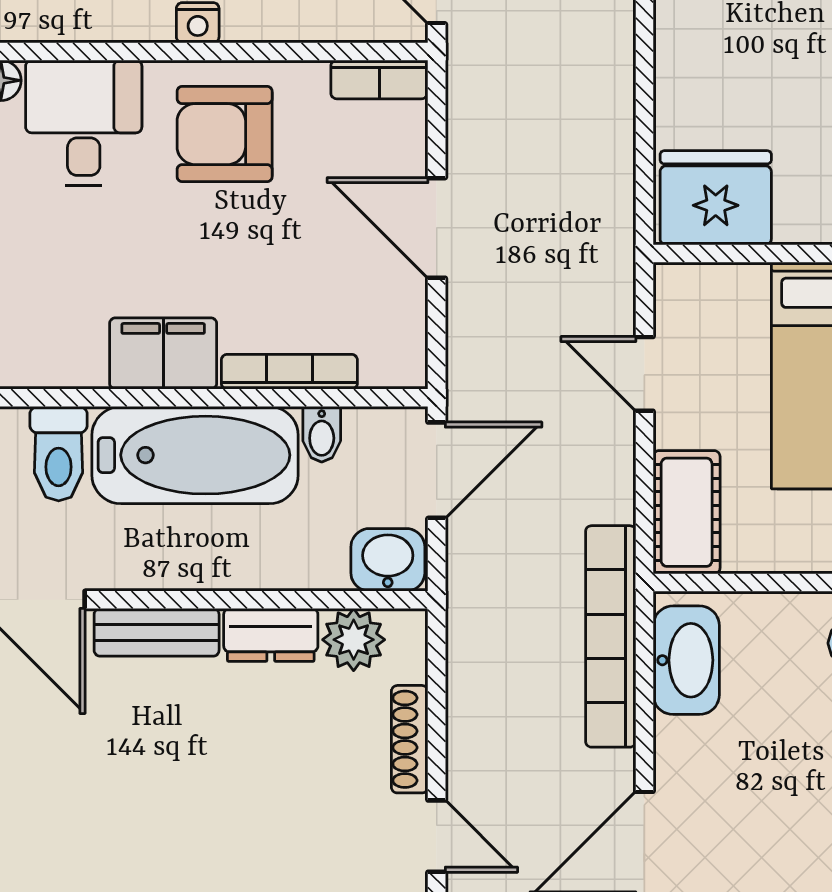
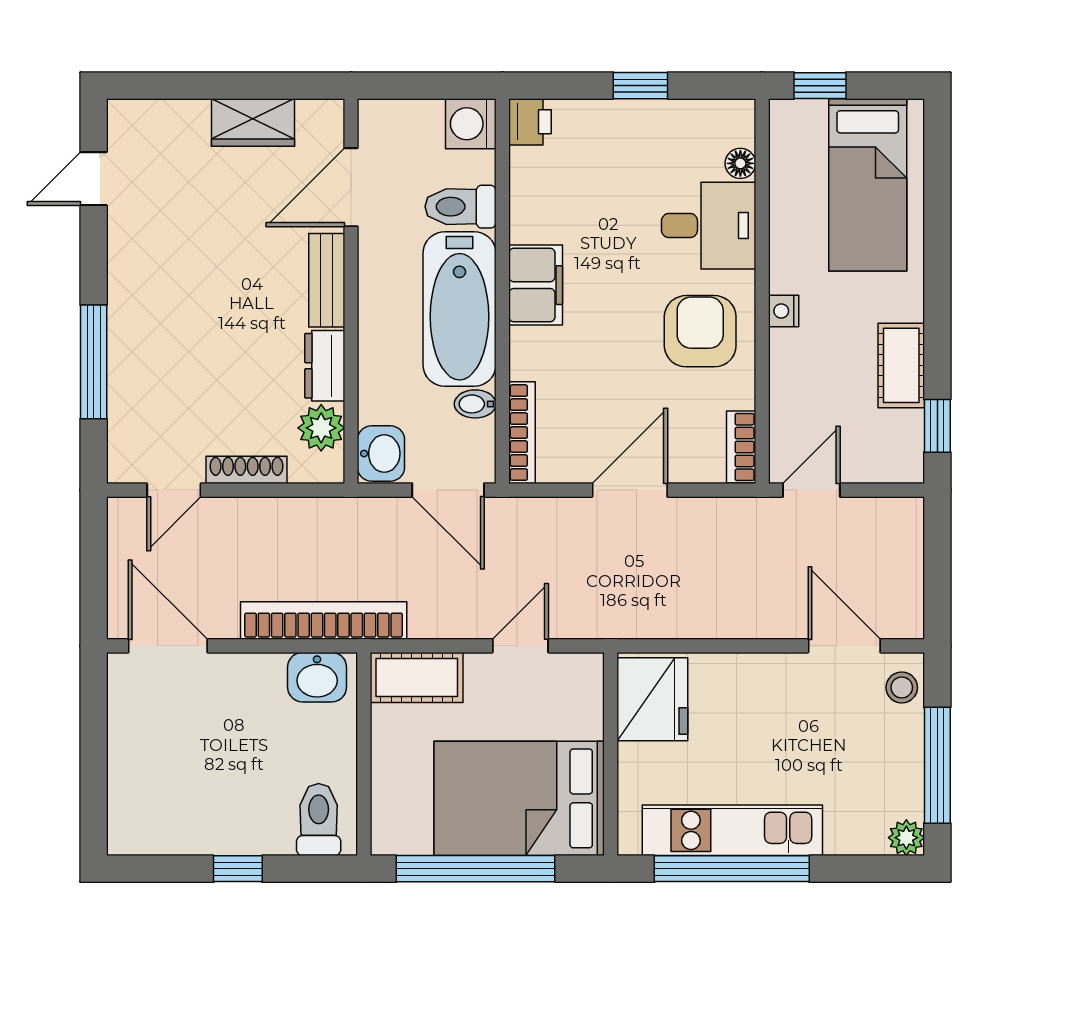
bookcase: (289, 372) -> (522, 433), moved
washbasin: (686, 660) -> (317, 677), width x0.72

